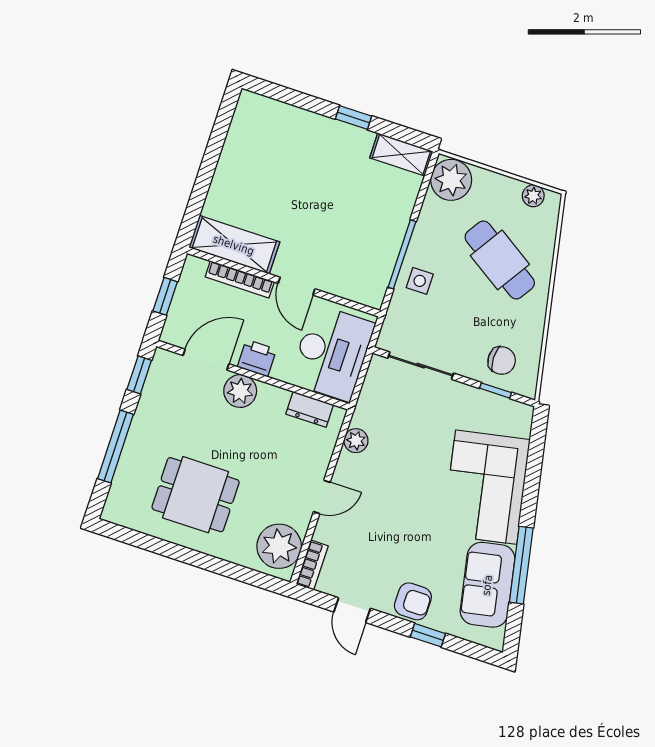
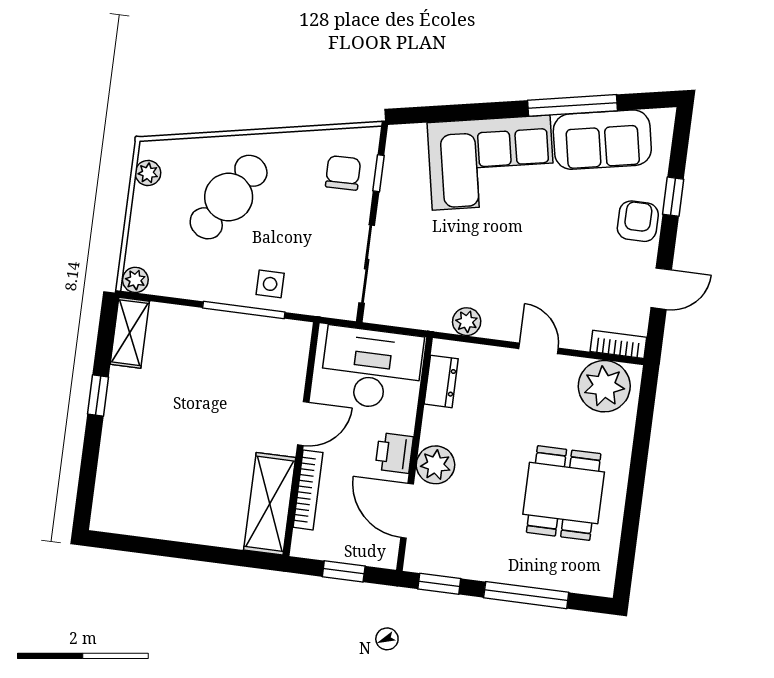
plant: (451, 180) -> (135, 280), width x0.53, depth x0.53

